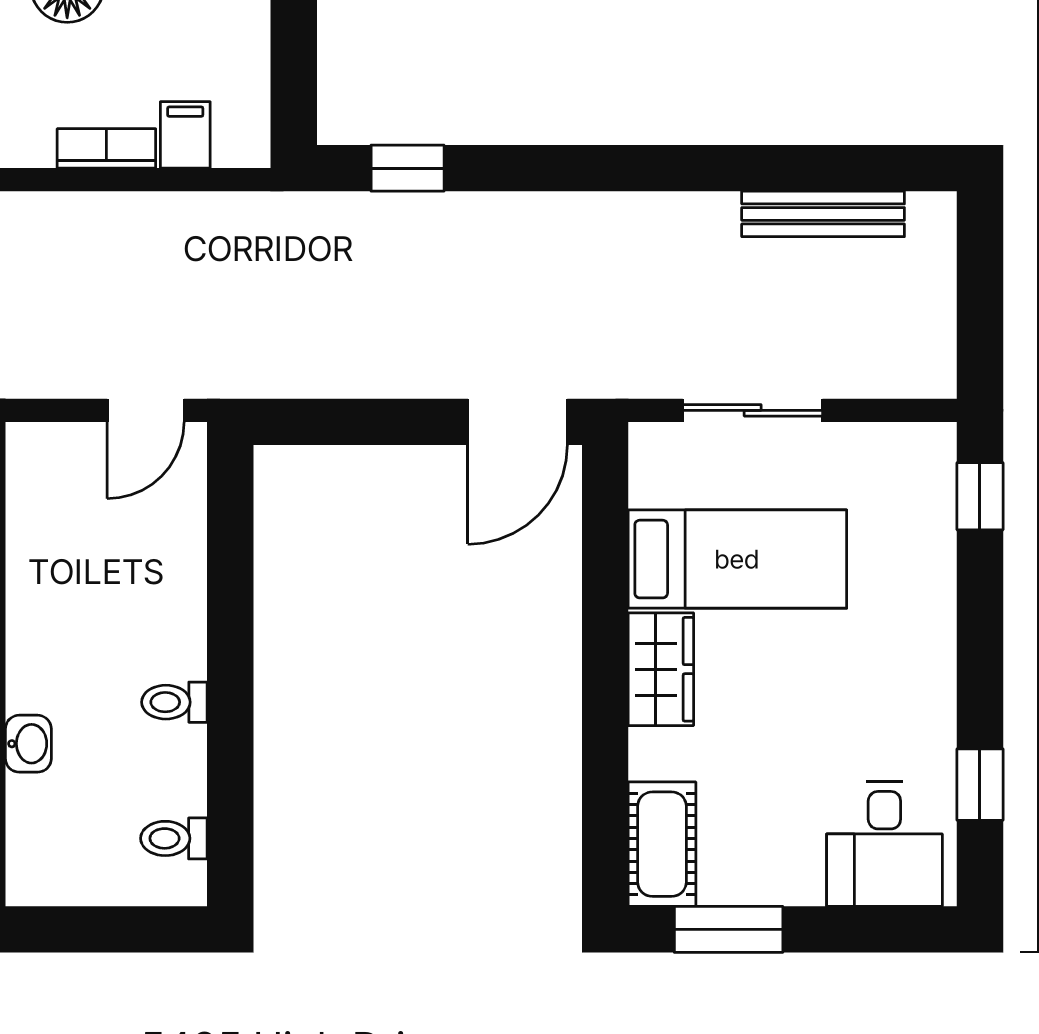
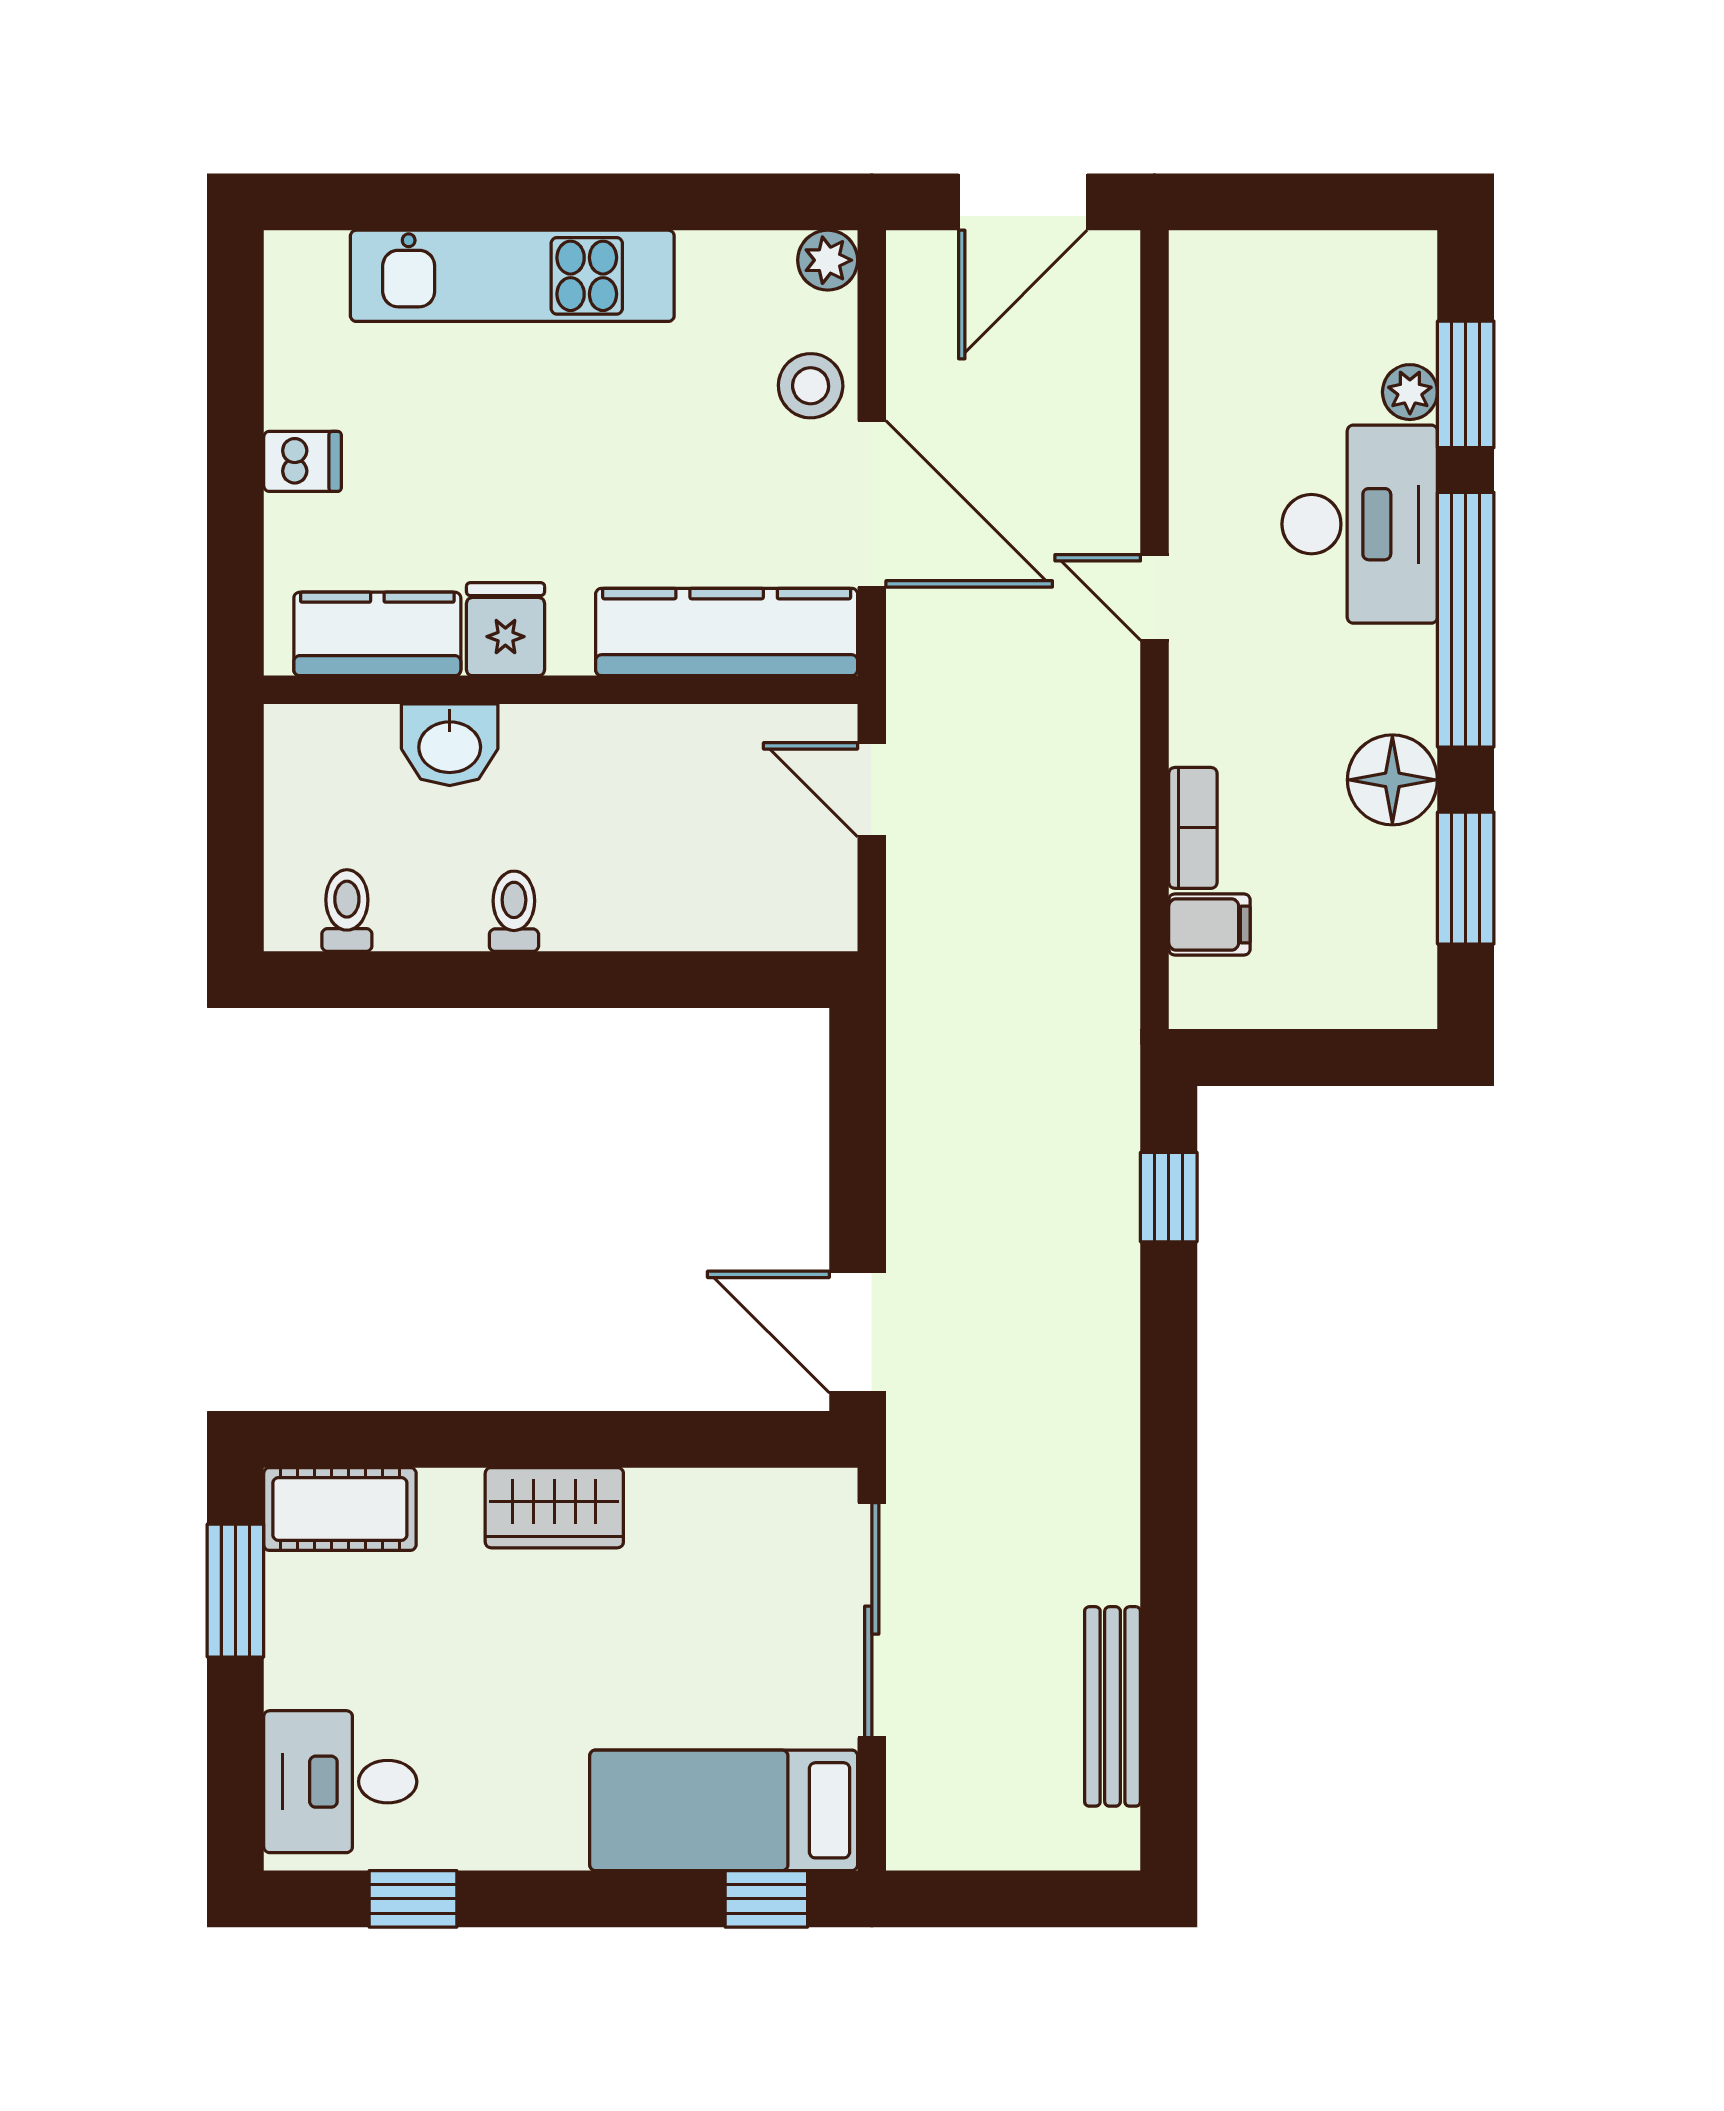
door: (146, 410) -> (872, 790), moved
sliding door: (753, 410) -> (872, 1620), width x1.37
bed: (737, 559) -> (724, 1810), moved, turned 90
washbasin: (28, 744) -> (450, 745), width x1.38, depth x1.45

